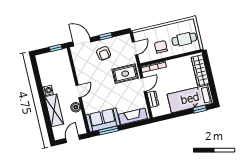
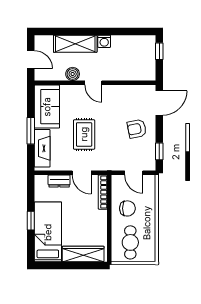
window: (106, 36) -> (159, 151), moved
window: (56, 48) -> (159, 51), moved
rug: (125, 74) -> (84, 134), moved
window: (200, 109) -> (31, 221), moved
window: (108, 130) -> (31, 131), moved

